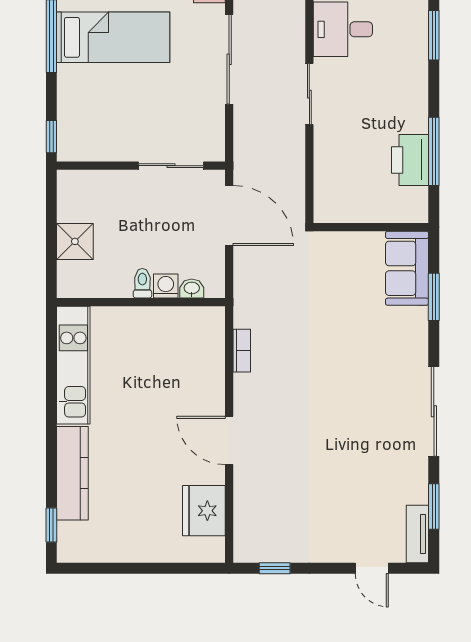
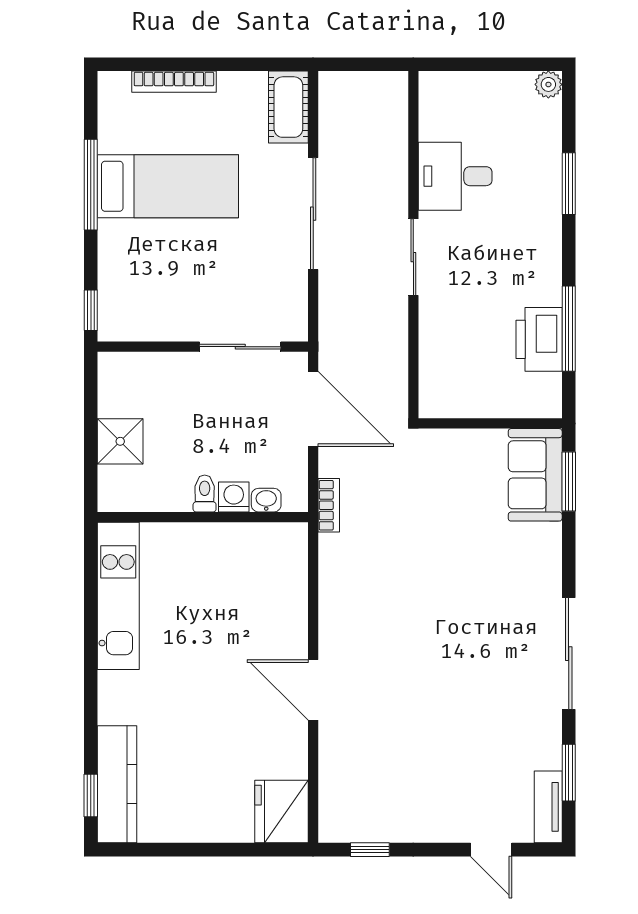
window: (434, 297) -> (569, 482), moved
bookcase: (242, 351) -> (329, 505), moved
kitchen counter: (72, 473) -> (117, 784), moved
fridge: (204, 511) -> (281, 811), moved

